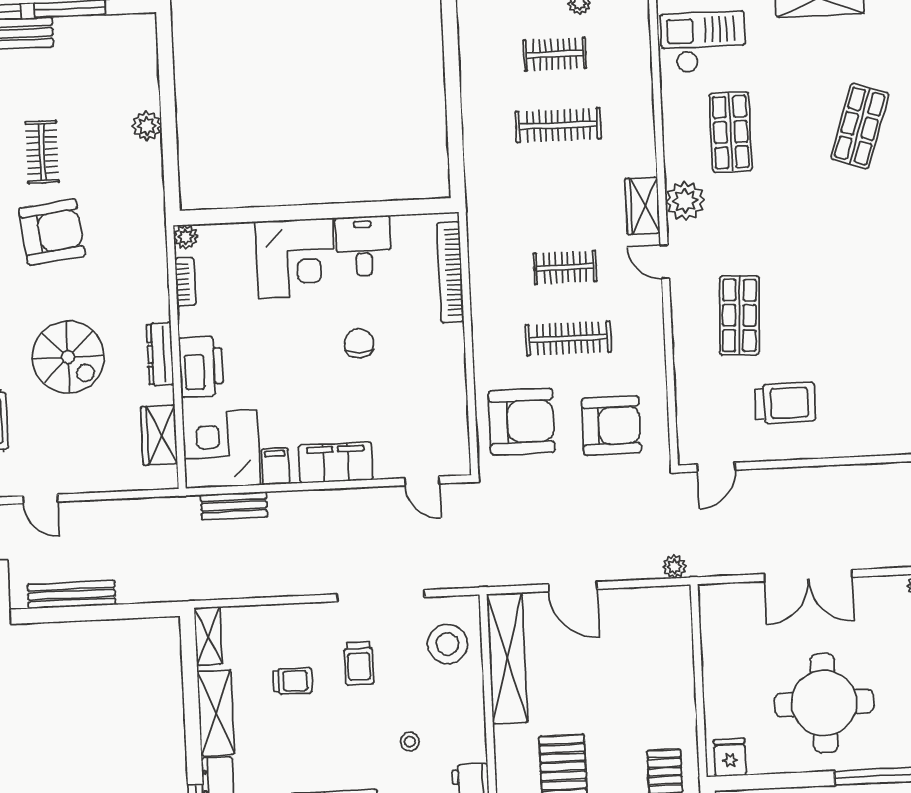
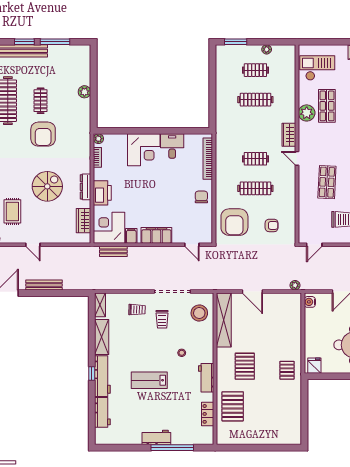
plant: (685, 201) -> (307, 113), moved
armchair: (52, 232) -> (43, 134), turned 97
chair: (359, 343) -> (201, 197), moved
spiral stairs: (68, 357) -> (47, 186), turned -90
armchair: (522, 422) -> (234, 222), turned 90
armchair: (611, 426) -> (272, 225), width x0.53, depth x0.53
water cooler: (712, 605) -> (310, 302), added
trolley: (293, 681) -> (137, 310), moved

